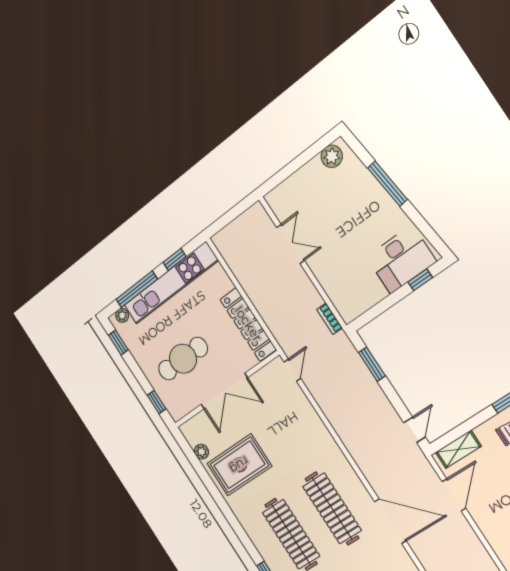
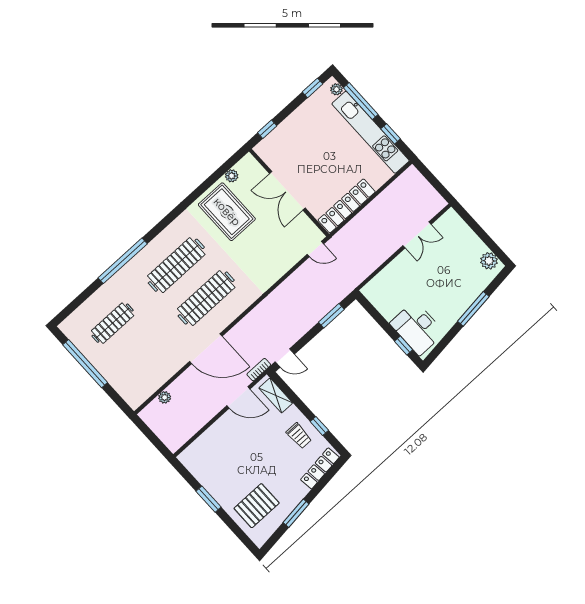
bookcase: (330, 319) -> (259, 370), moved
cafe table: (183, 359) -> (309, 150), removed
door: (390, 521) -> (206, 349), hinge flipped

